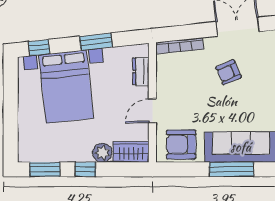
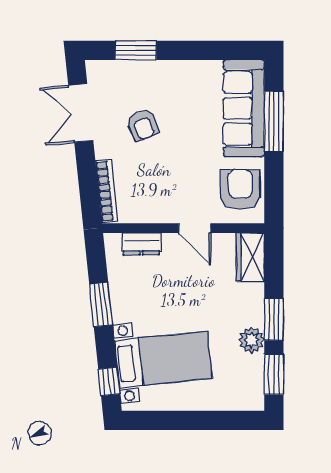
bed with nightstands: (66, 87) -> (163, 359), width x0.73
armchair: (181, 144) -> (240, 189), turned 180
plant: (102, 153) -> (252, 340), moved
window: (85, 169) -> (274, 319), width x1.50

